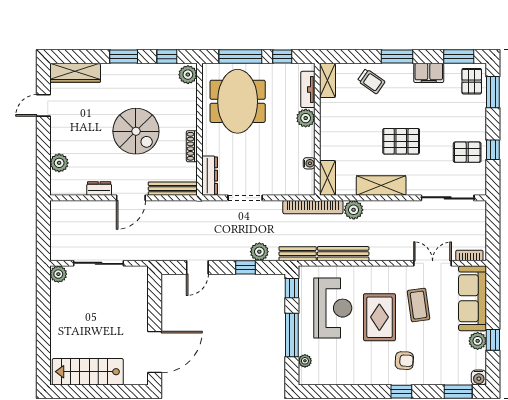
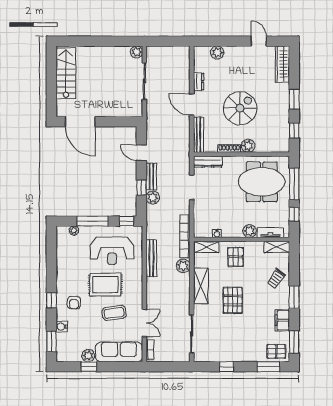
plant: (188, 75) -> (248, 146), moved
spiral stairs: (136, 131) -> (240, 108), turned 180
pallet: (467, 152) -> (236, 257), moved
bench: (298, 254) -> (151, 177), moved
water cooler: (479, 378) -> (62, 327), moved

